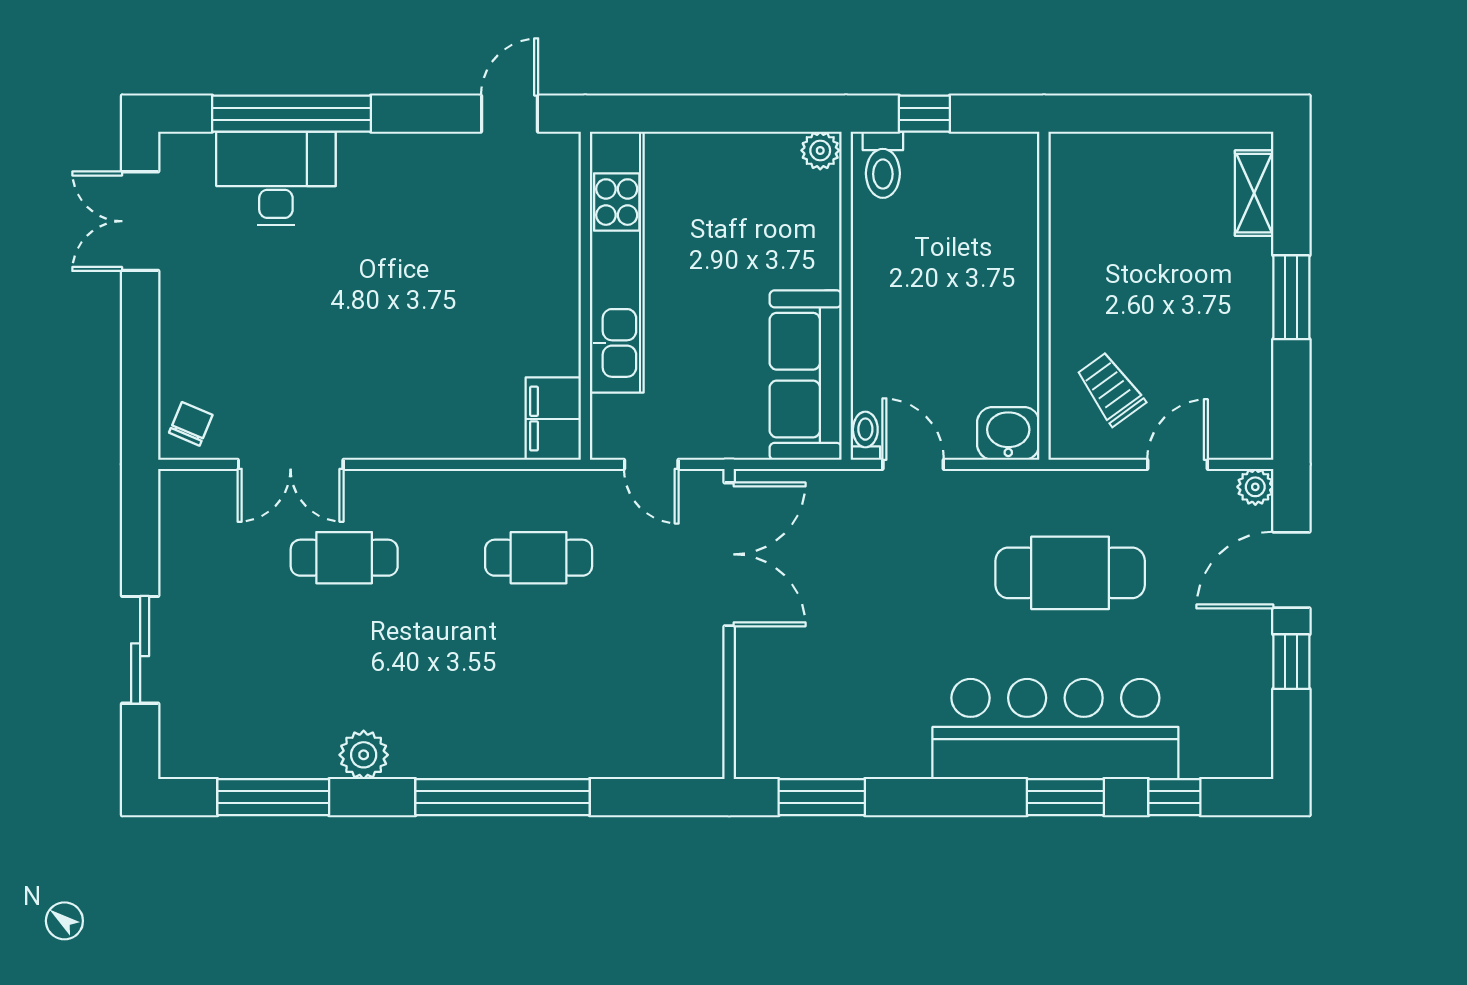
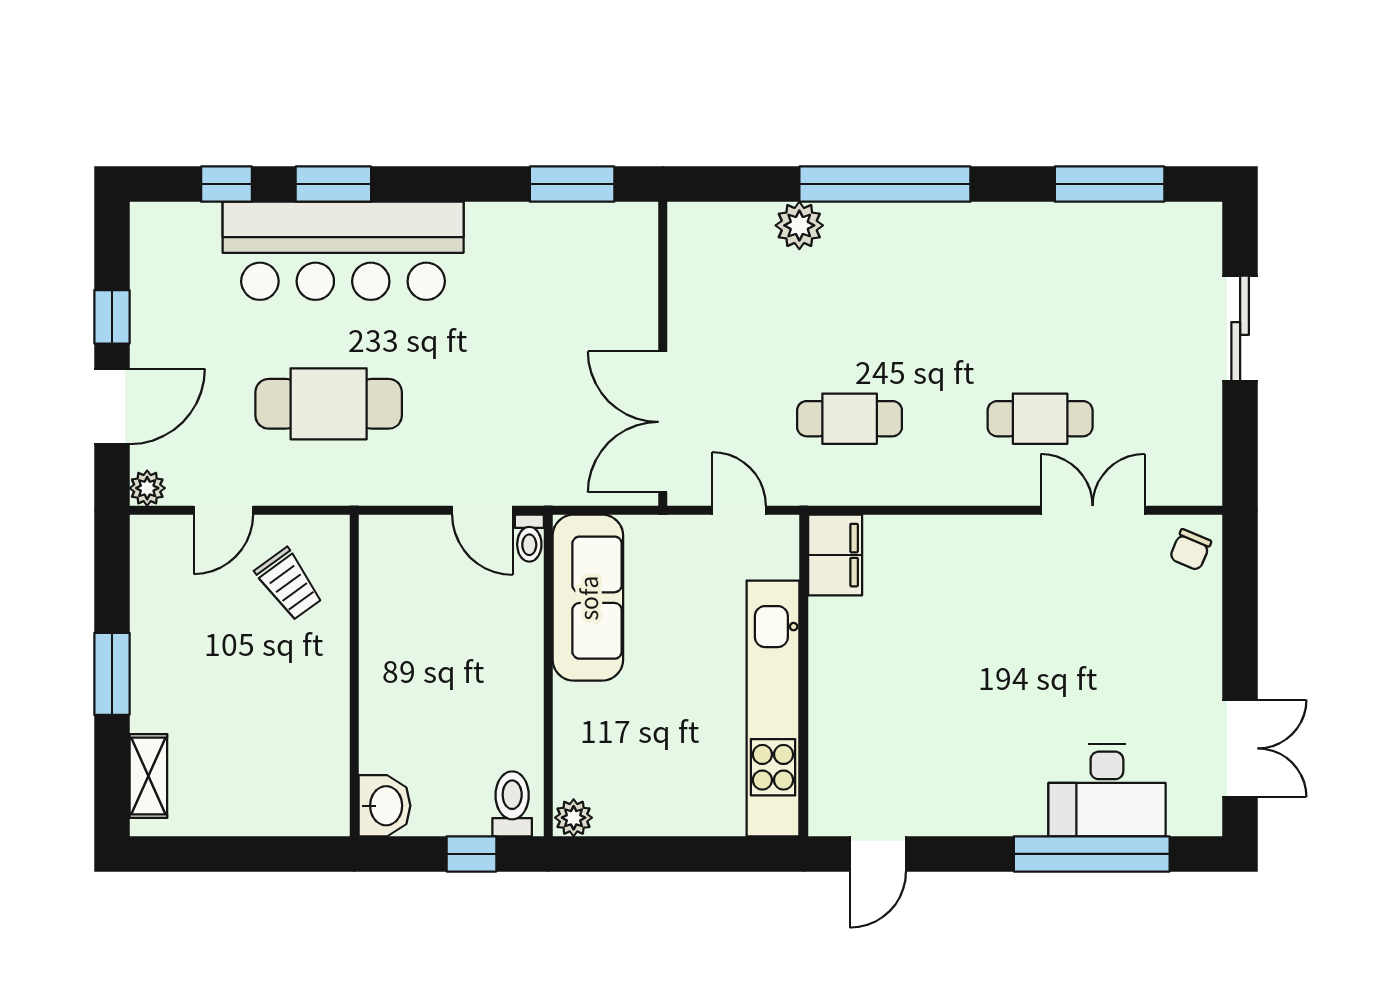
washbasin: (1008, 433) -> (385, 806), moved, turned -90
plant: (364, 755) -> (799, 225), moved

